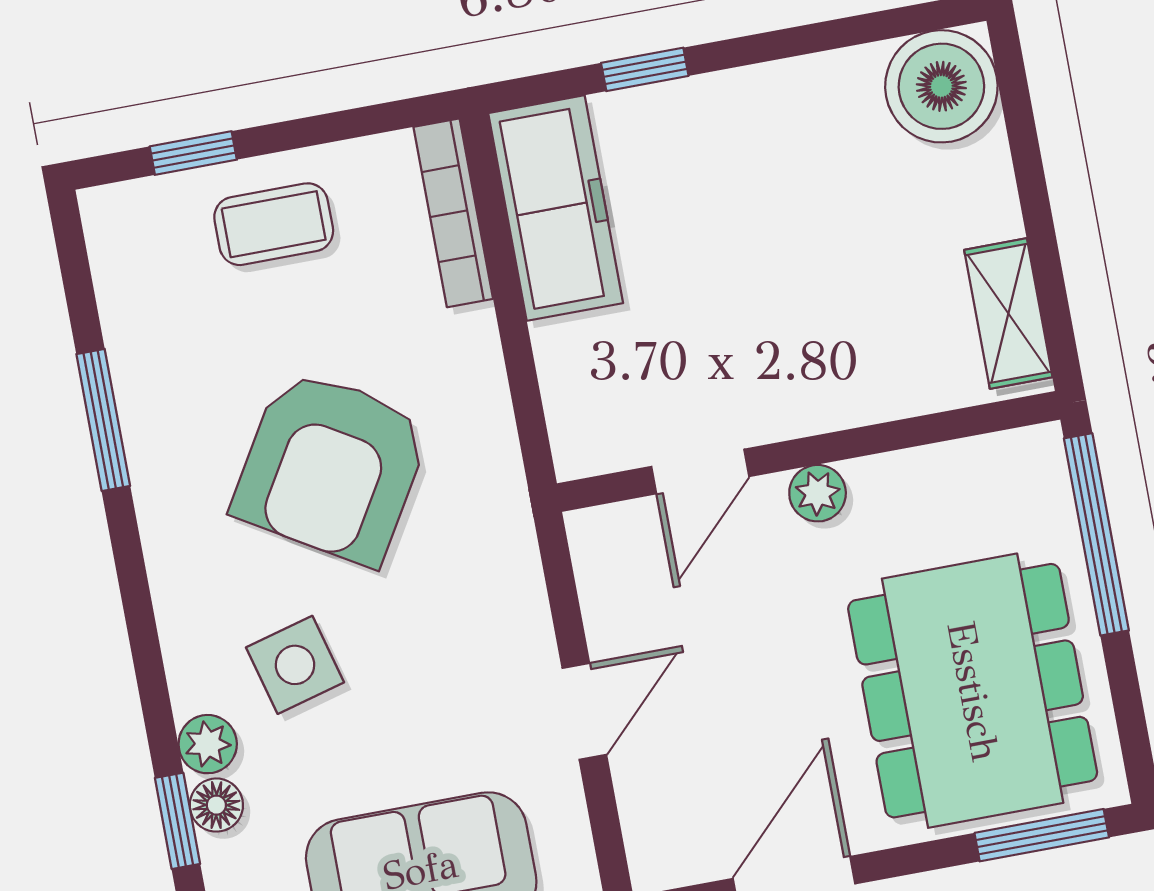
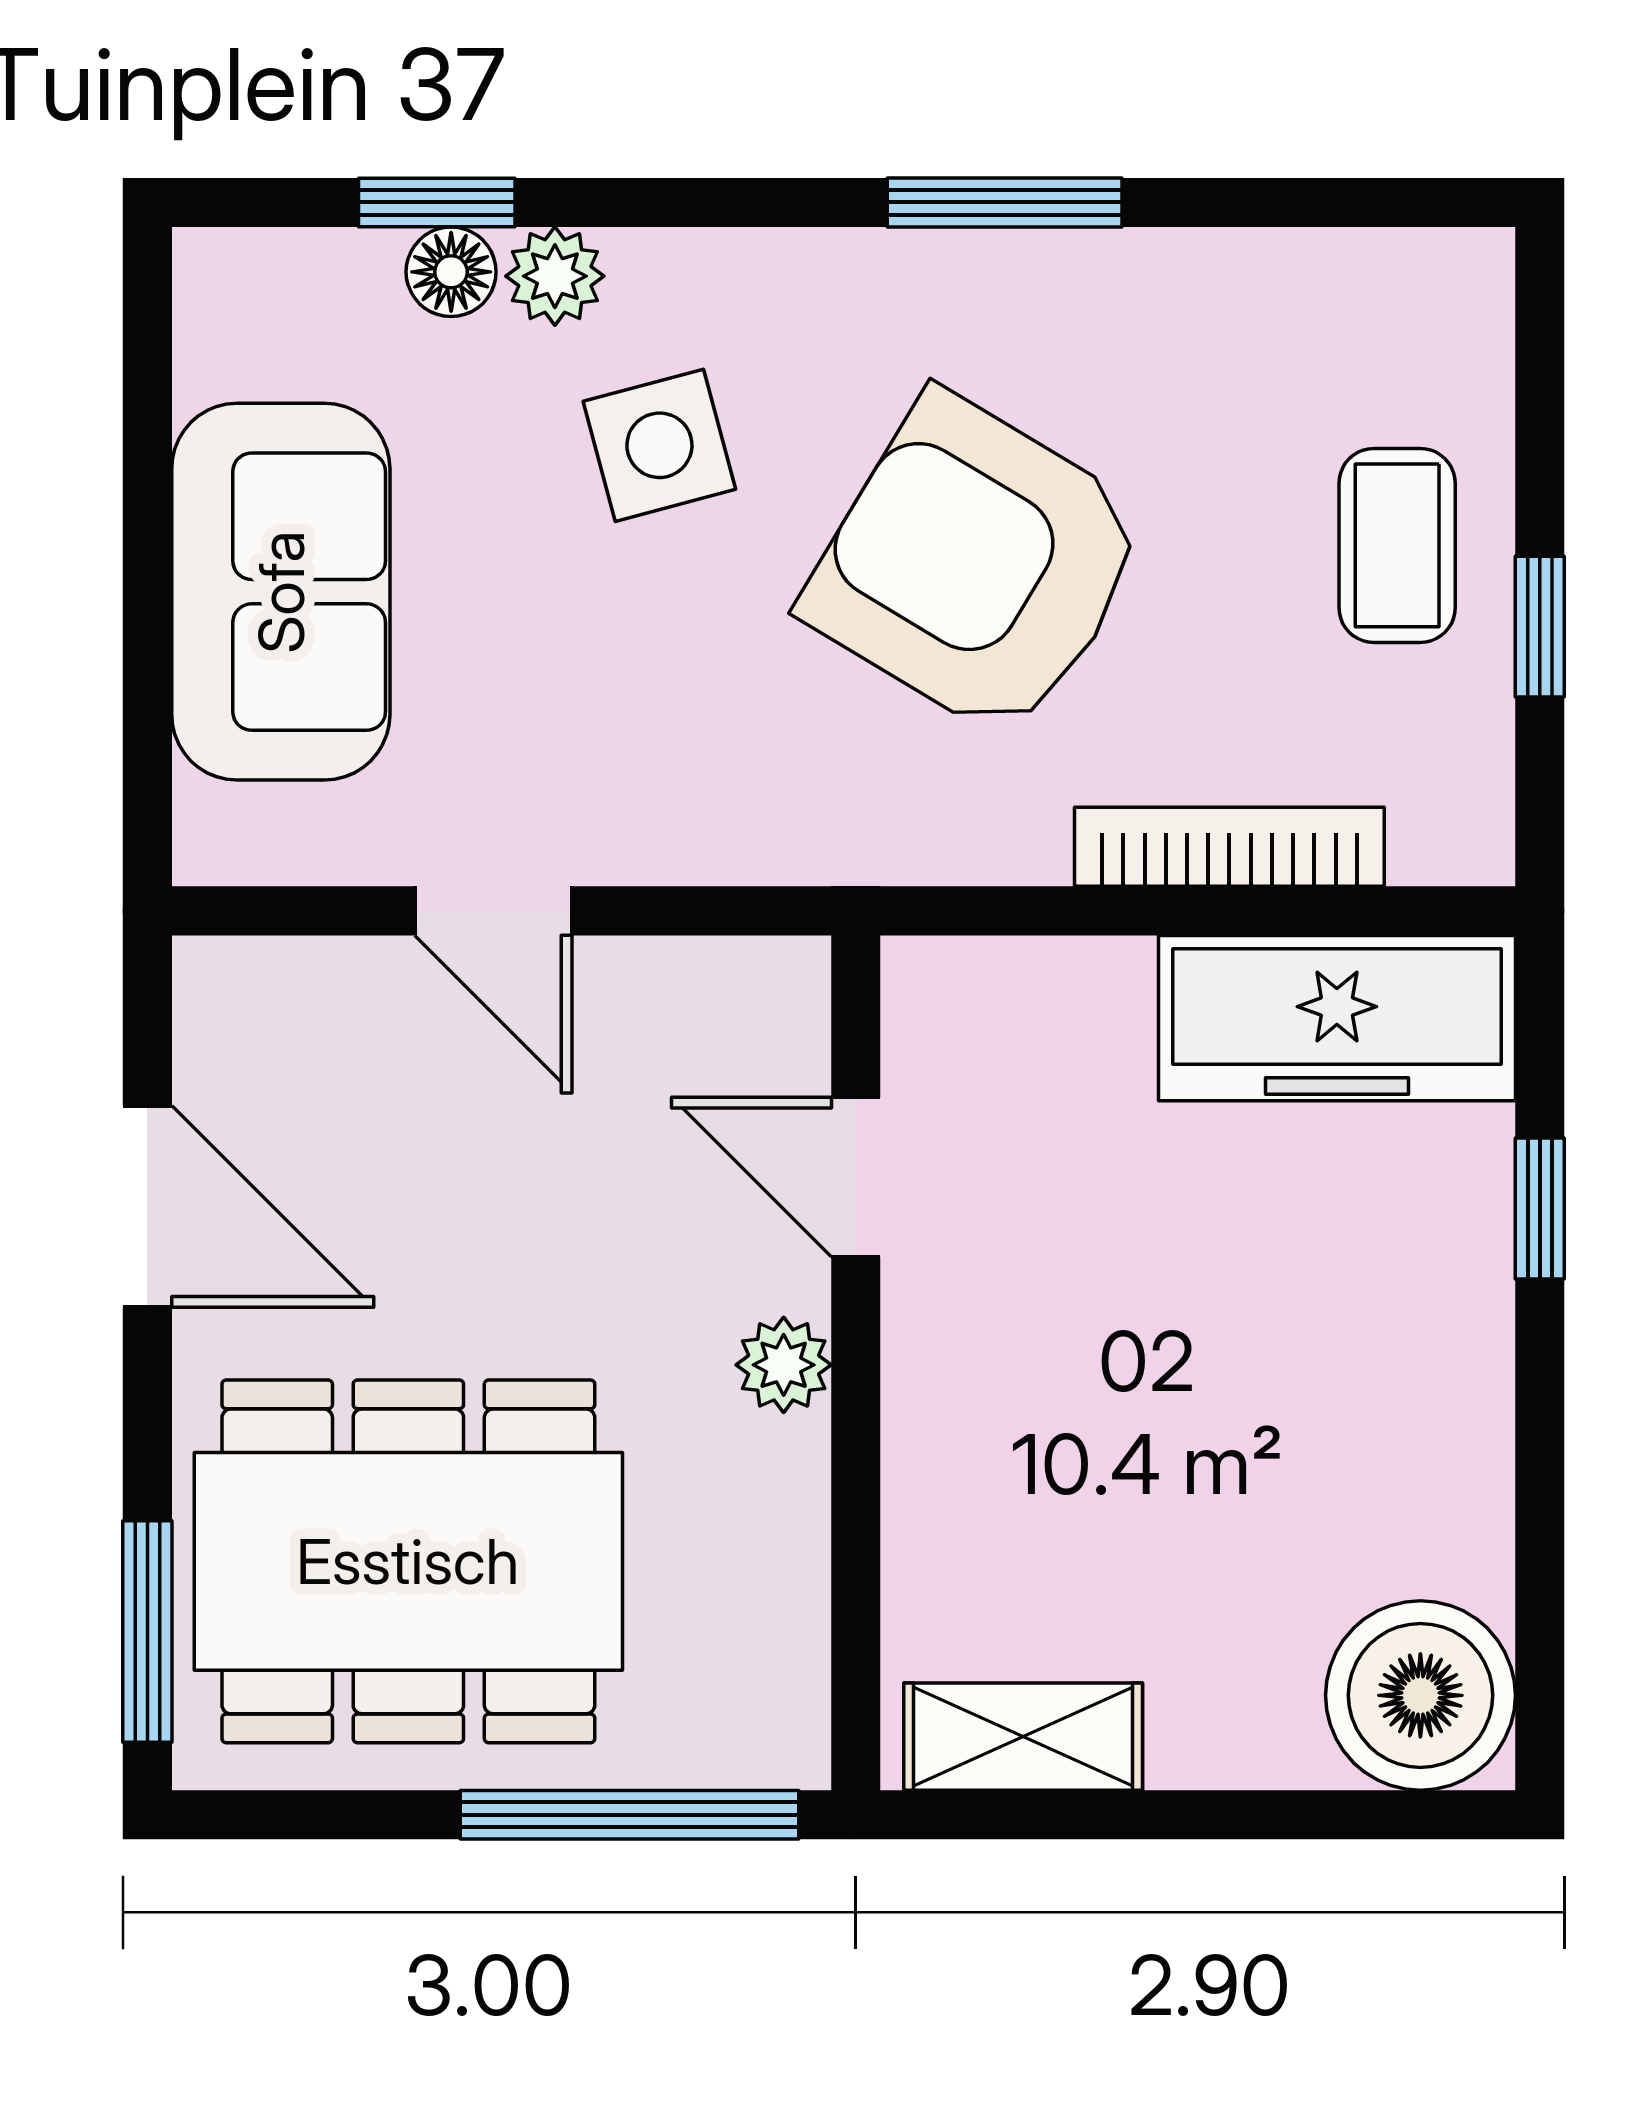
window: (193, 153) -> (1540, 627), moved
bookcase: (453, 213) -> (1229, 847), moved
window: (103, 420) -> (1005, 202), moved

